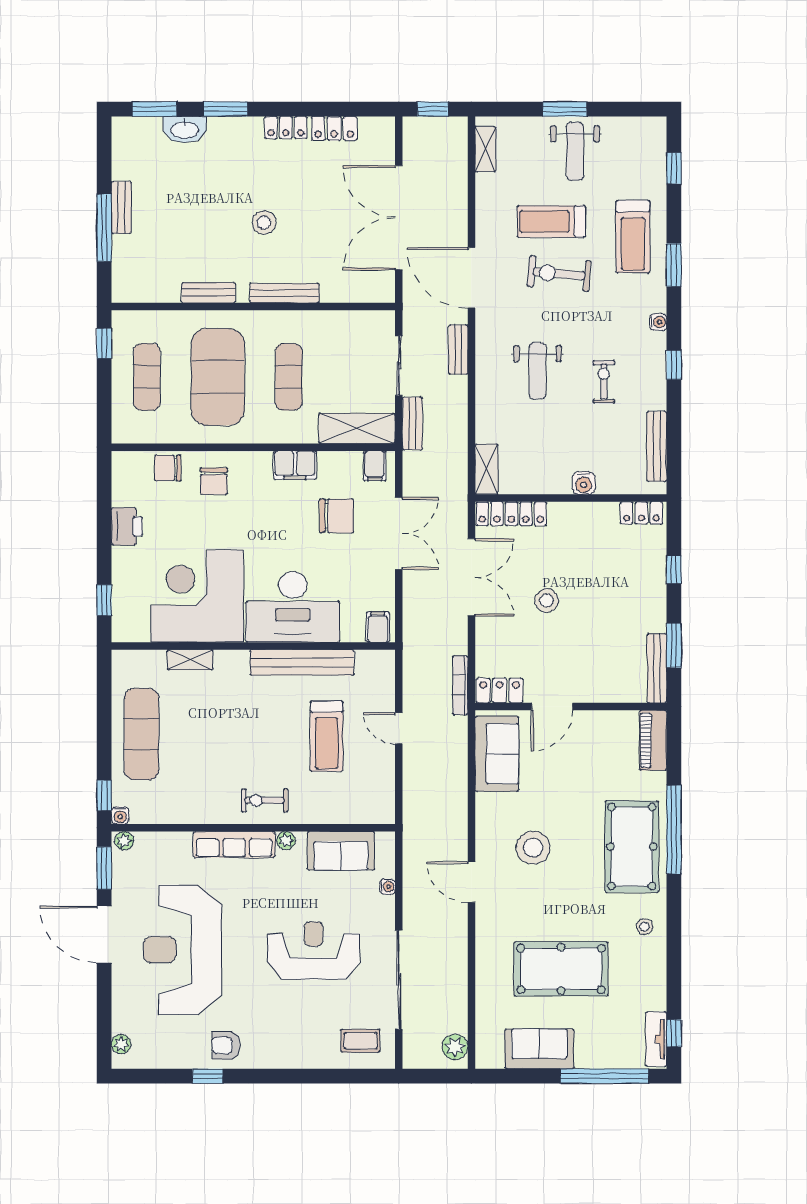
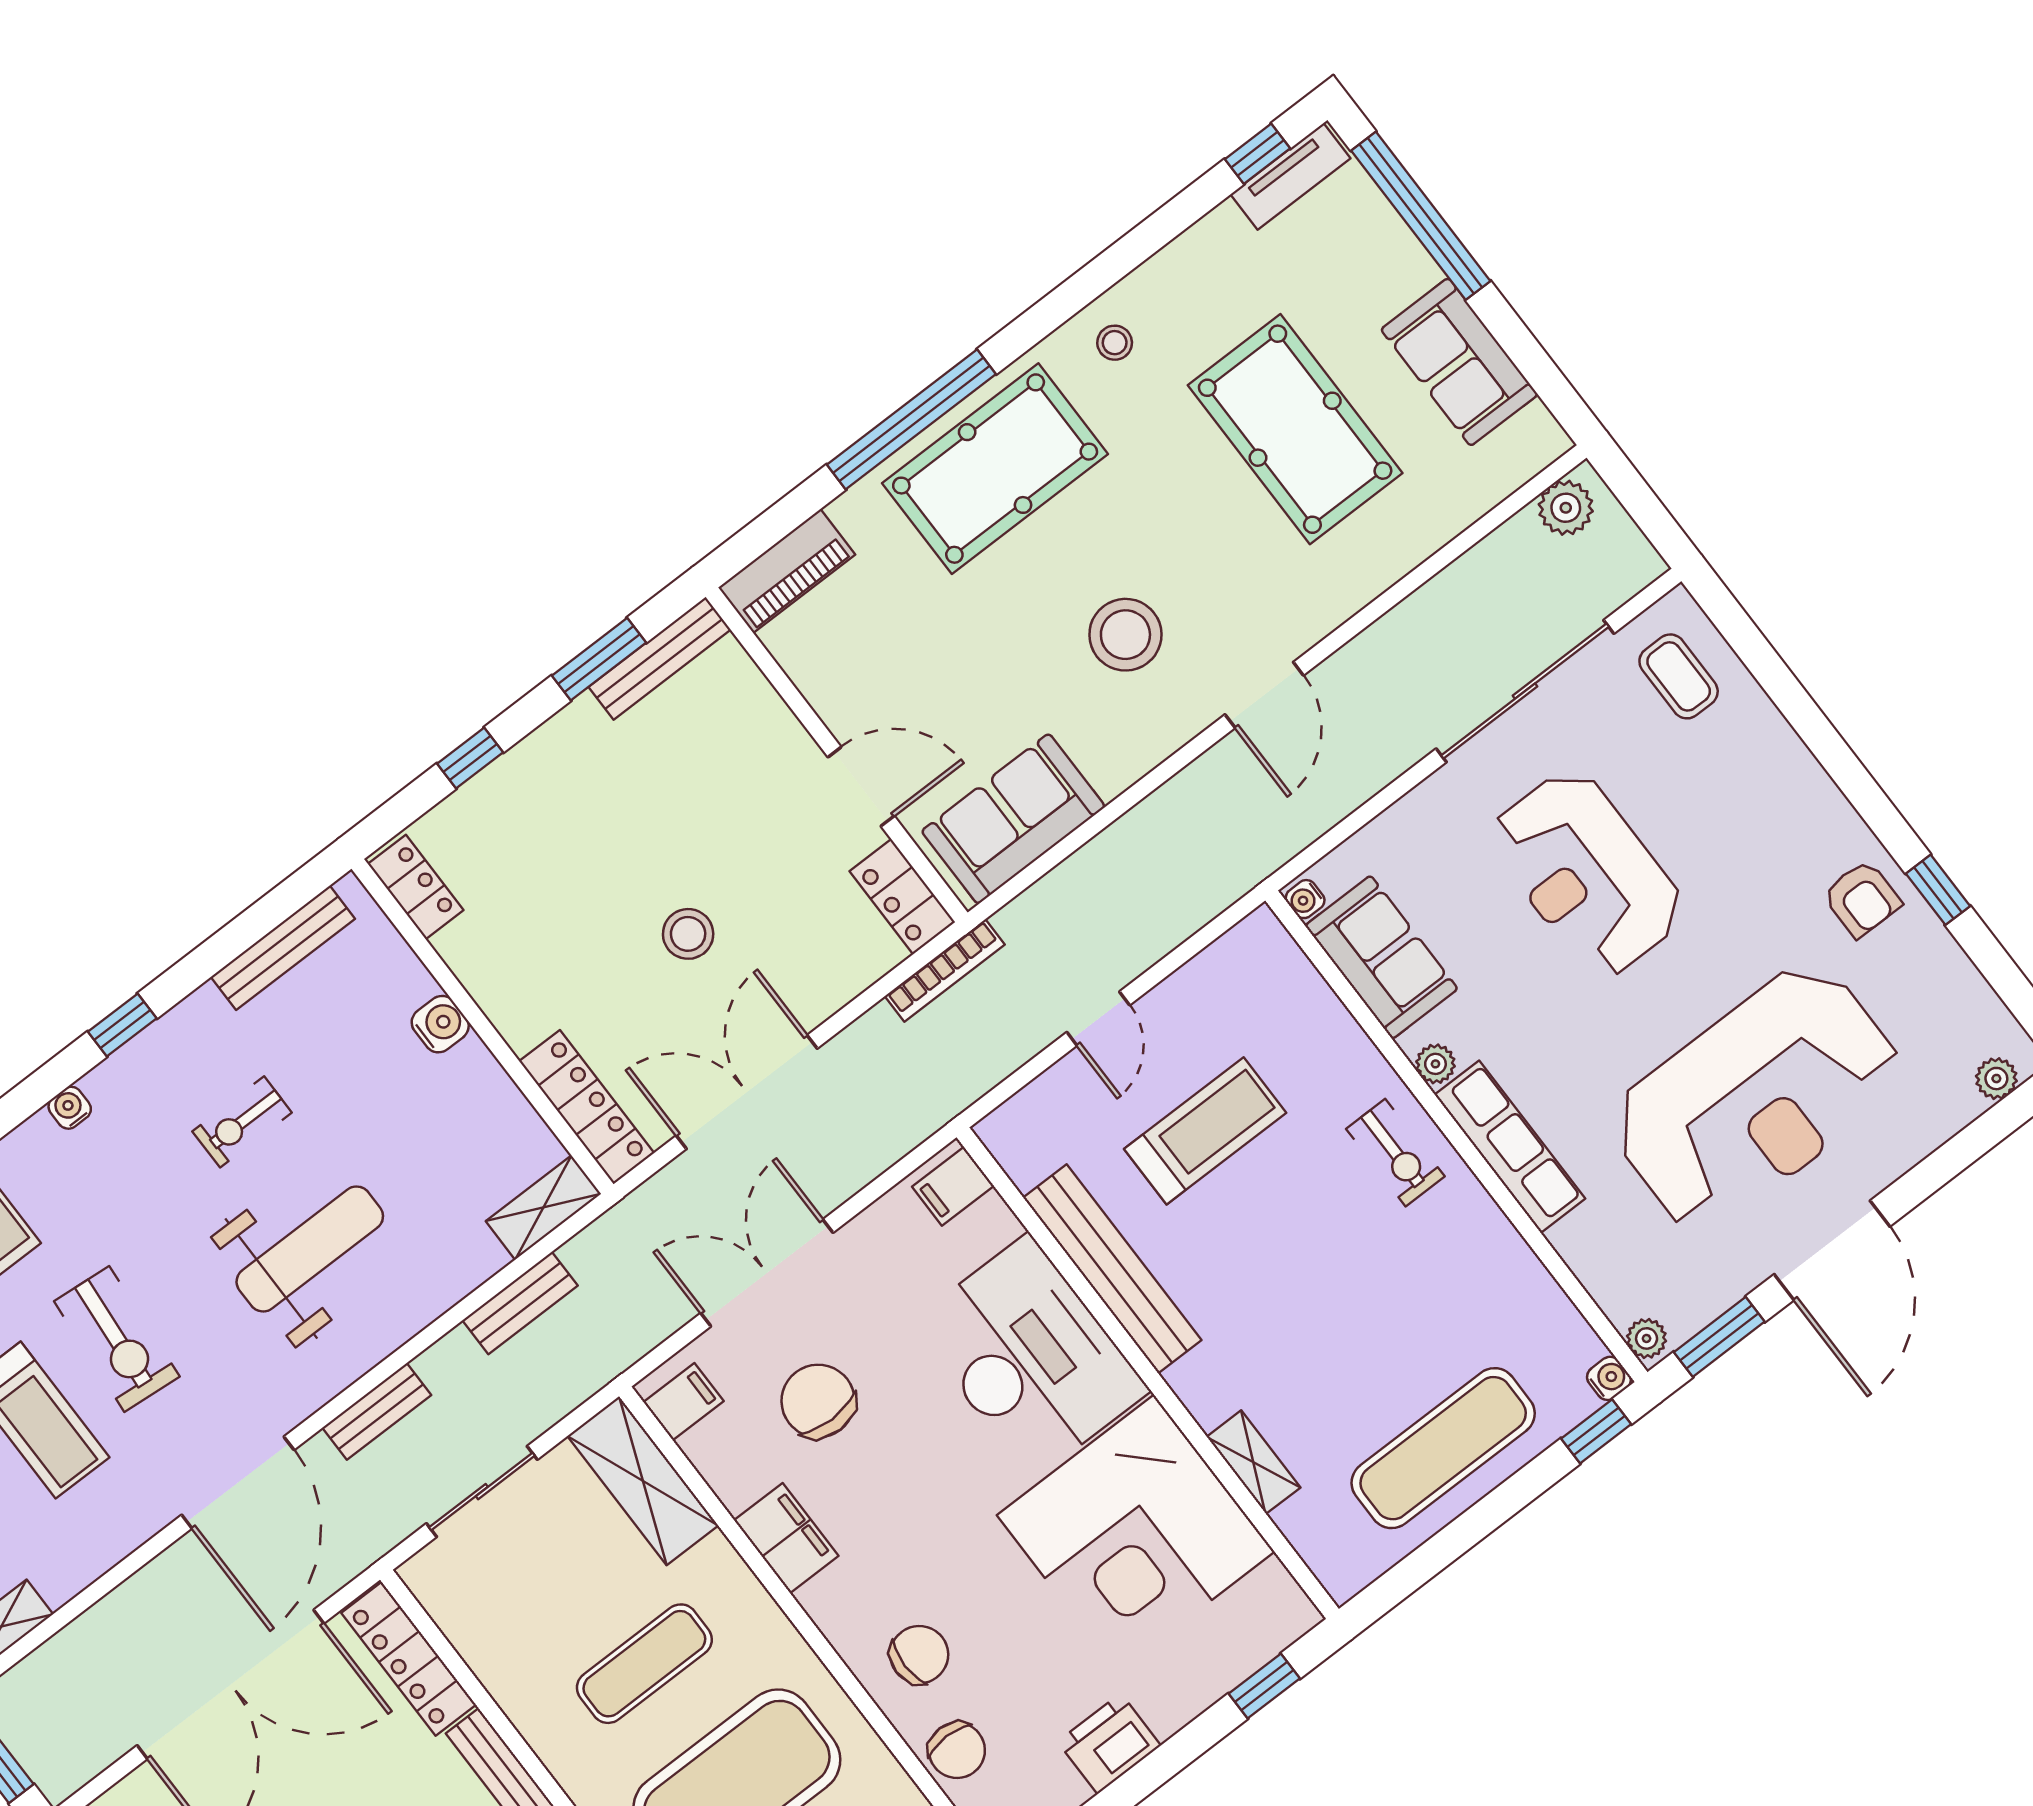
locker: (357, 291) -> (409, 1659), added
weight bench: (537, 371) -> (310, 1249), width x1.36, depth x1.33
bench: (412, 424) -> (520, 1303), moved
water cooler: (387, 887) -> (1305, 899), moved, turned -90

